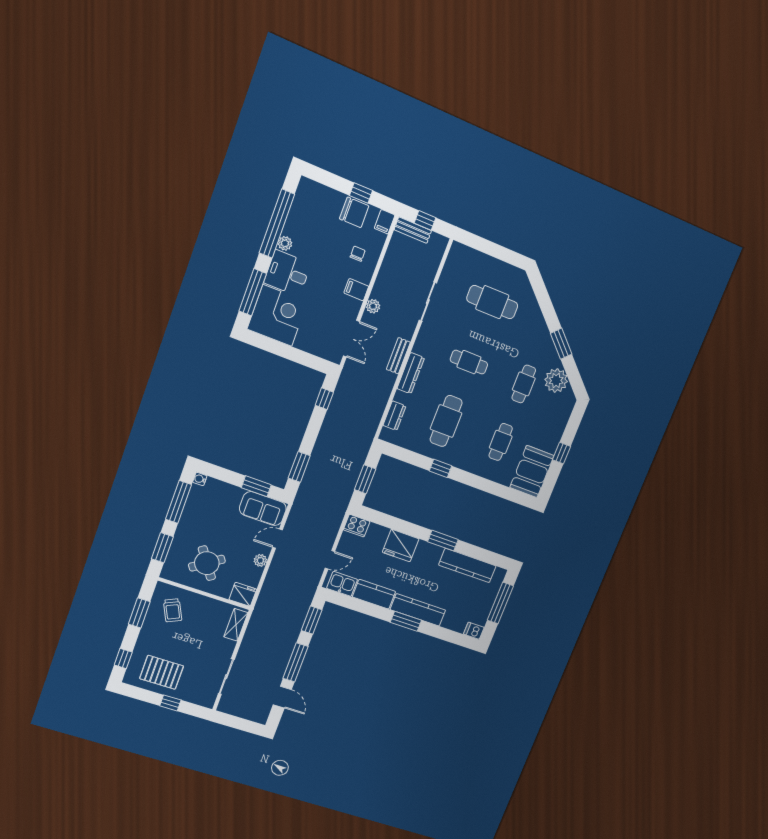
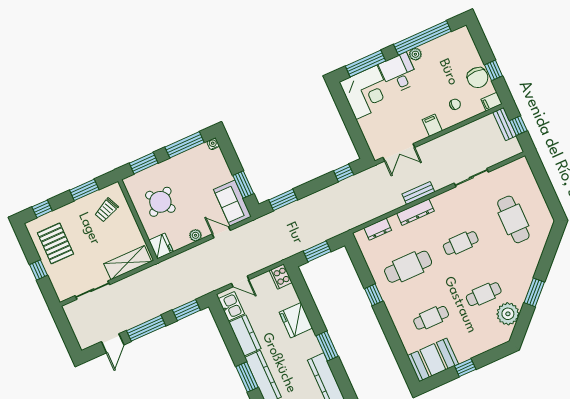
plant: (373, 306) -> (433, 146), removed
cafe table: (469, 362) -> (461, 243), turned 90
shelving: (236, 625) -> (128, 263), width x1.50, depth x1.33

